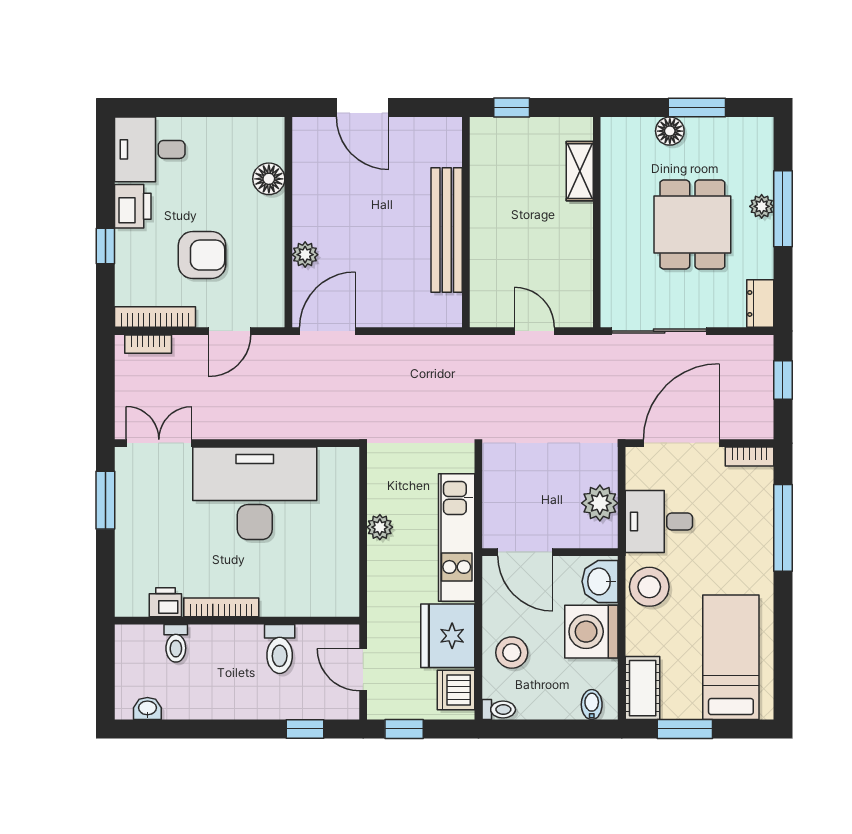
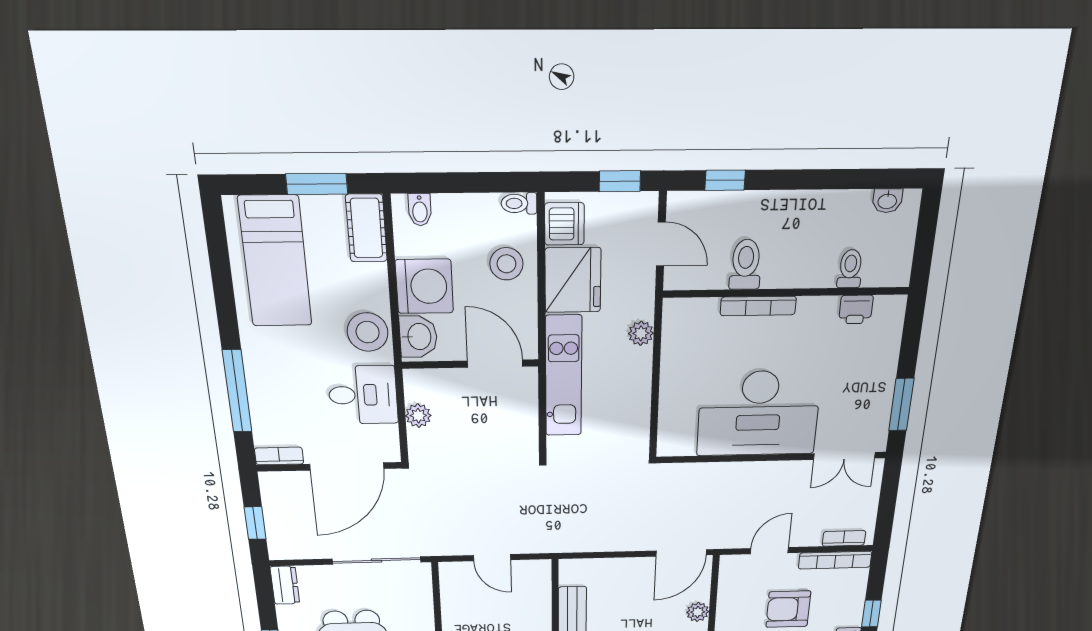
plant: (600, 503) -> (418, 416), width x0.73, depth x0.73
plant: (380, 527) -> (641, 333), moved
bookcase: (221, 607) -> (758, 306), moved

